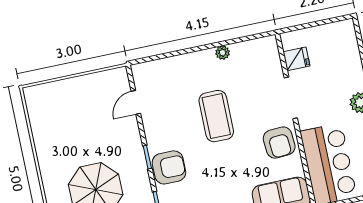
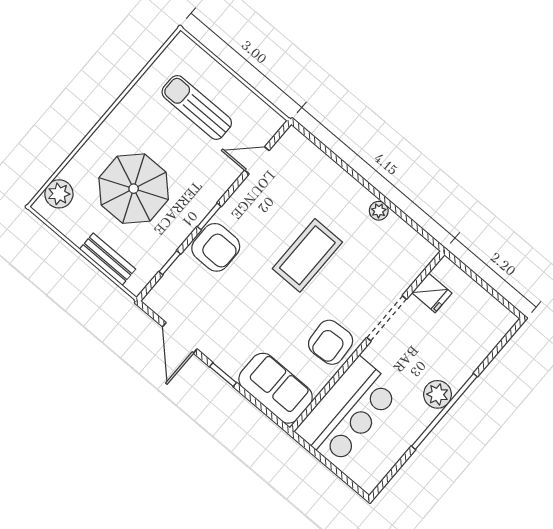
sun lounger: (76, 114) -> (197, 107), added

